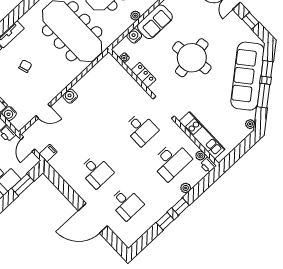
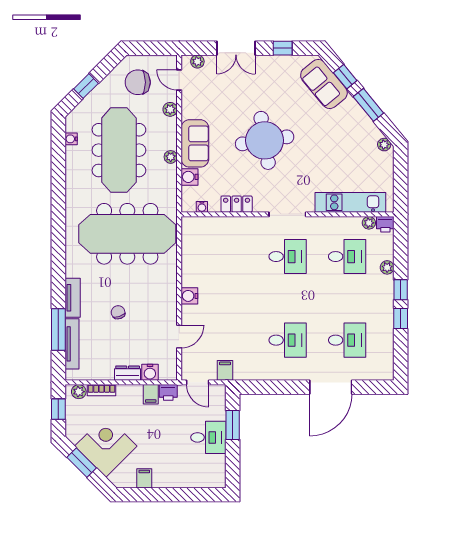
sofa: (247, 76) -> (324, 84), width x0.54, depth x0.79
desk: (171, 161) -> (347, 257), width x0.73

